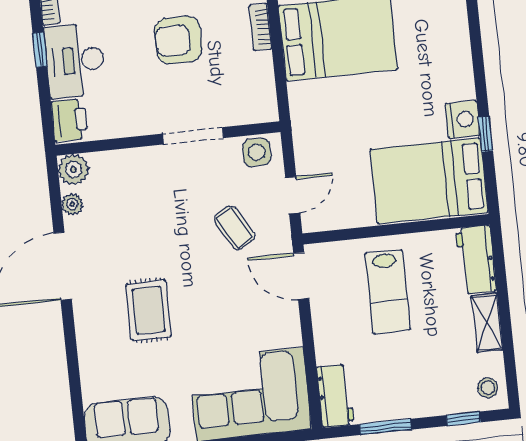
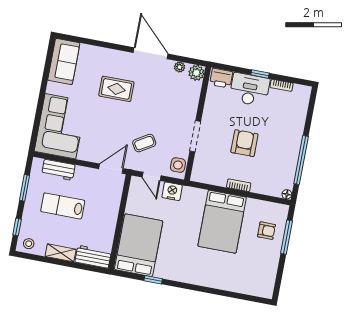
nightstand: (463, 119) -> (172, 191), moved, turned 180
lab bench: (387, 292) -> (63, 206), moved
workbench: (335, 396) -> (58, 170), moved

